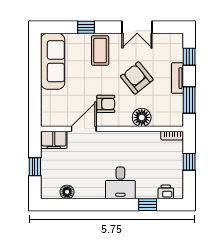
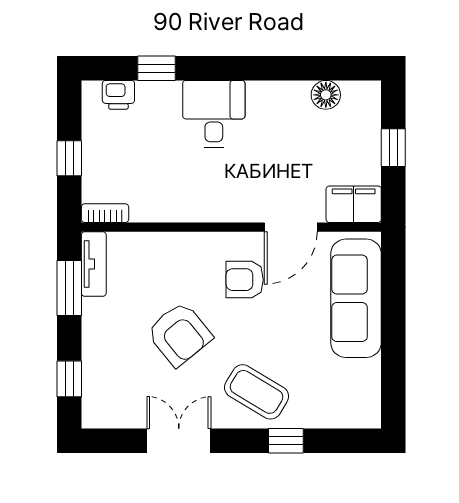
coffee table: (100, 50) -> (257, 392), turned -59
sofa: (53, 61) -> (356, 298), moved
tv unit: (178, 78) -> (94, 264), moved
floor lamp: (142, 117) -> (169, 251), removed

